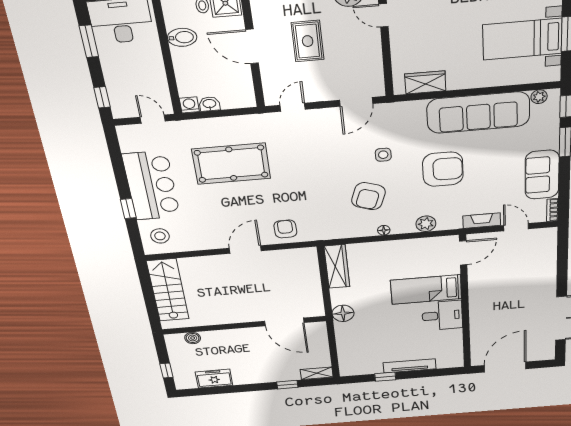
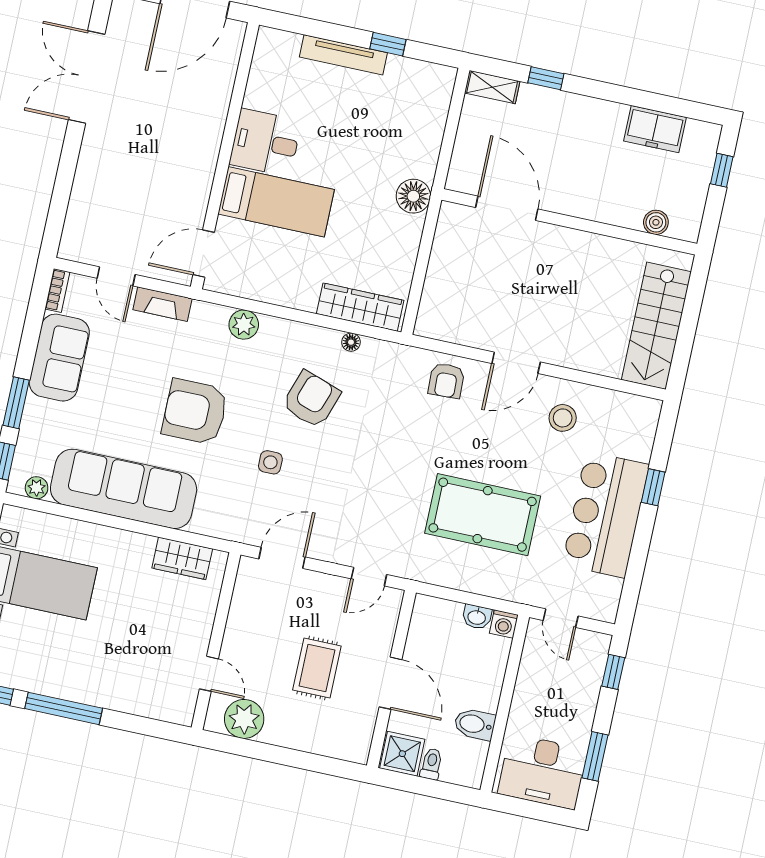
floor lamp: (384, 230) -> (351, 342), moved
stool: (160, 236) -> (563, 418), moved
wardrobe: (337, 267) -> (360, 307), moved, turned 90

